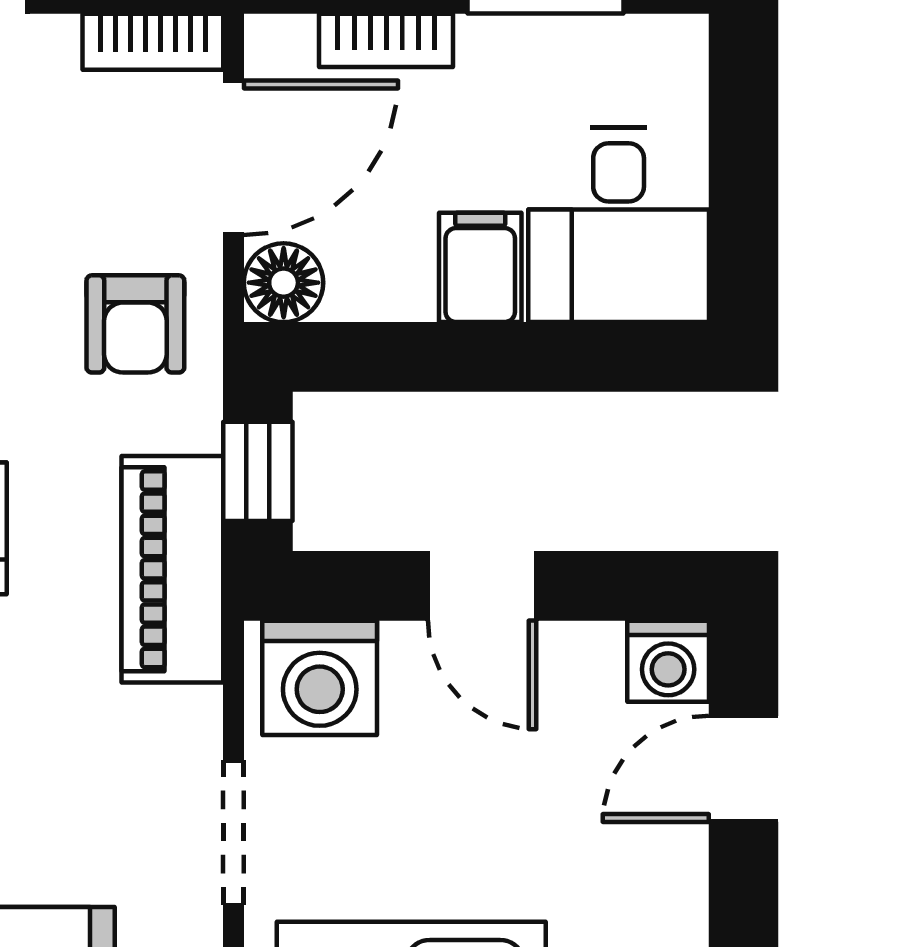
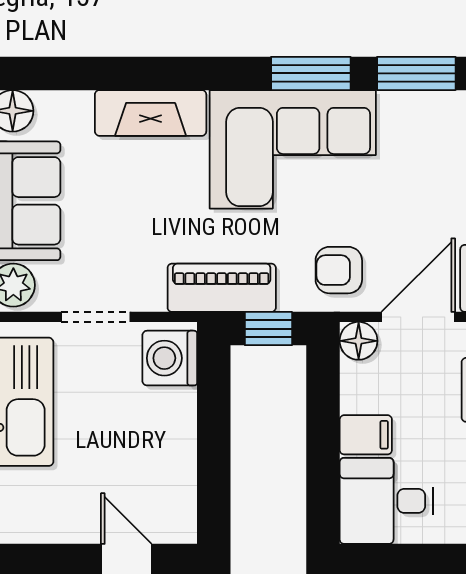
door: (234, 158) -> (418, 317), swing flipped
door: (482, 586) -> (214, 436), removed
washing machine: (668, 661) -> (178, 525), removed

